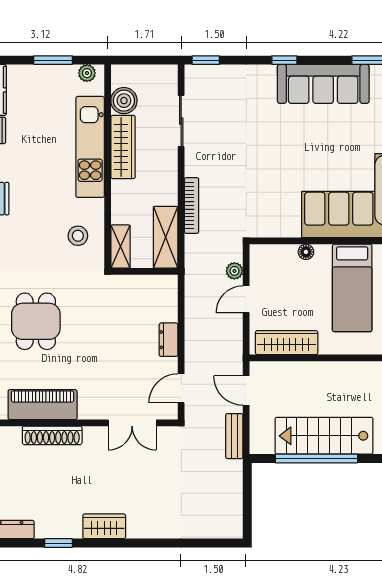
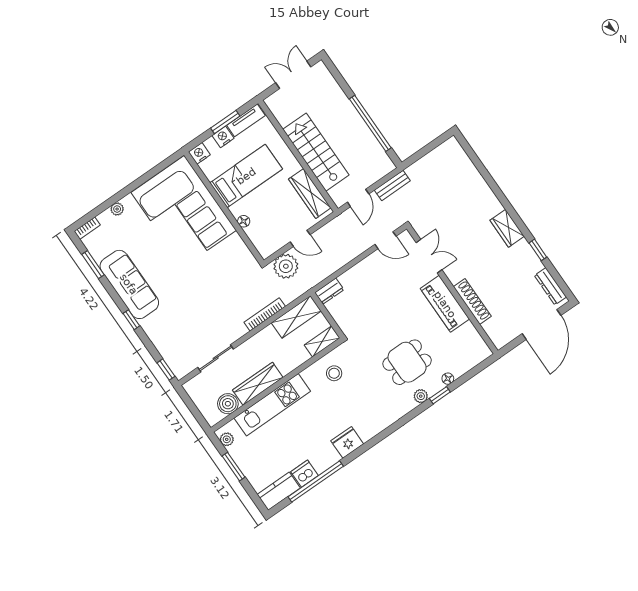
plant: (234, 271) -> (286, 266), width x1.87, depth x1.87
dresser: (169, 340) -> (329, 291), moved
piano: (43, 405) -> (445, 304), moved
stairs: (324, 436) -> (316, 152), moved, turned 180

